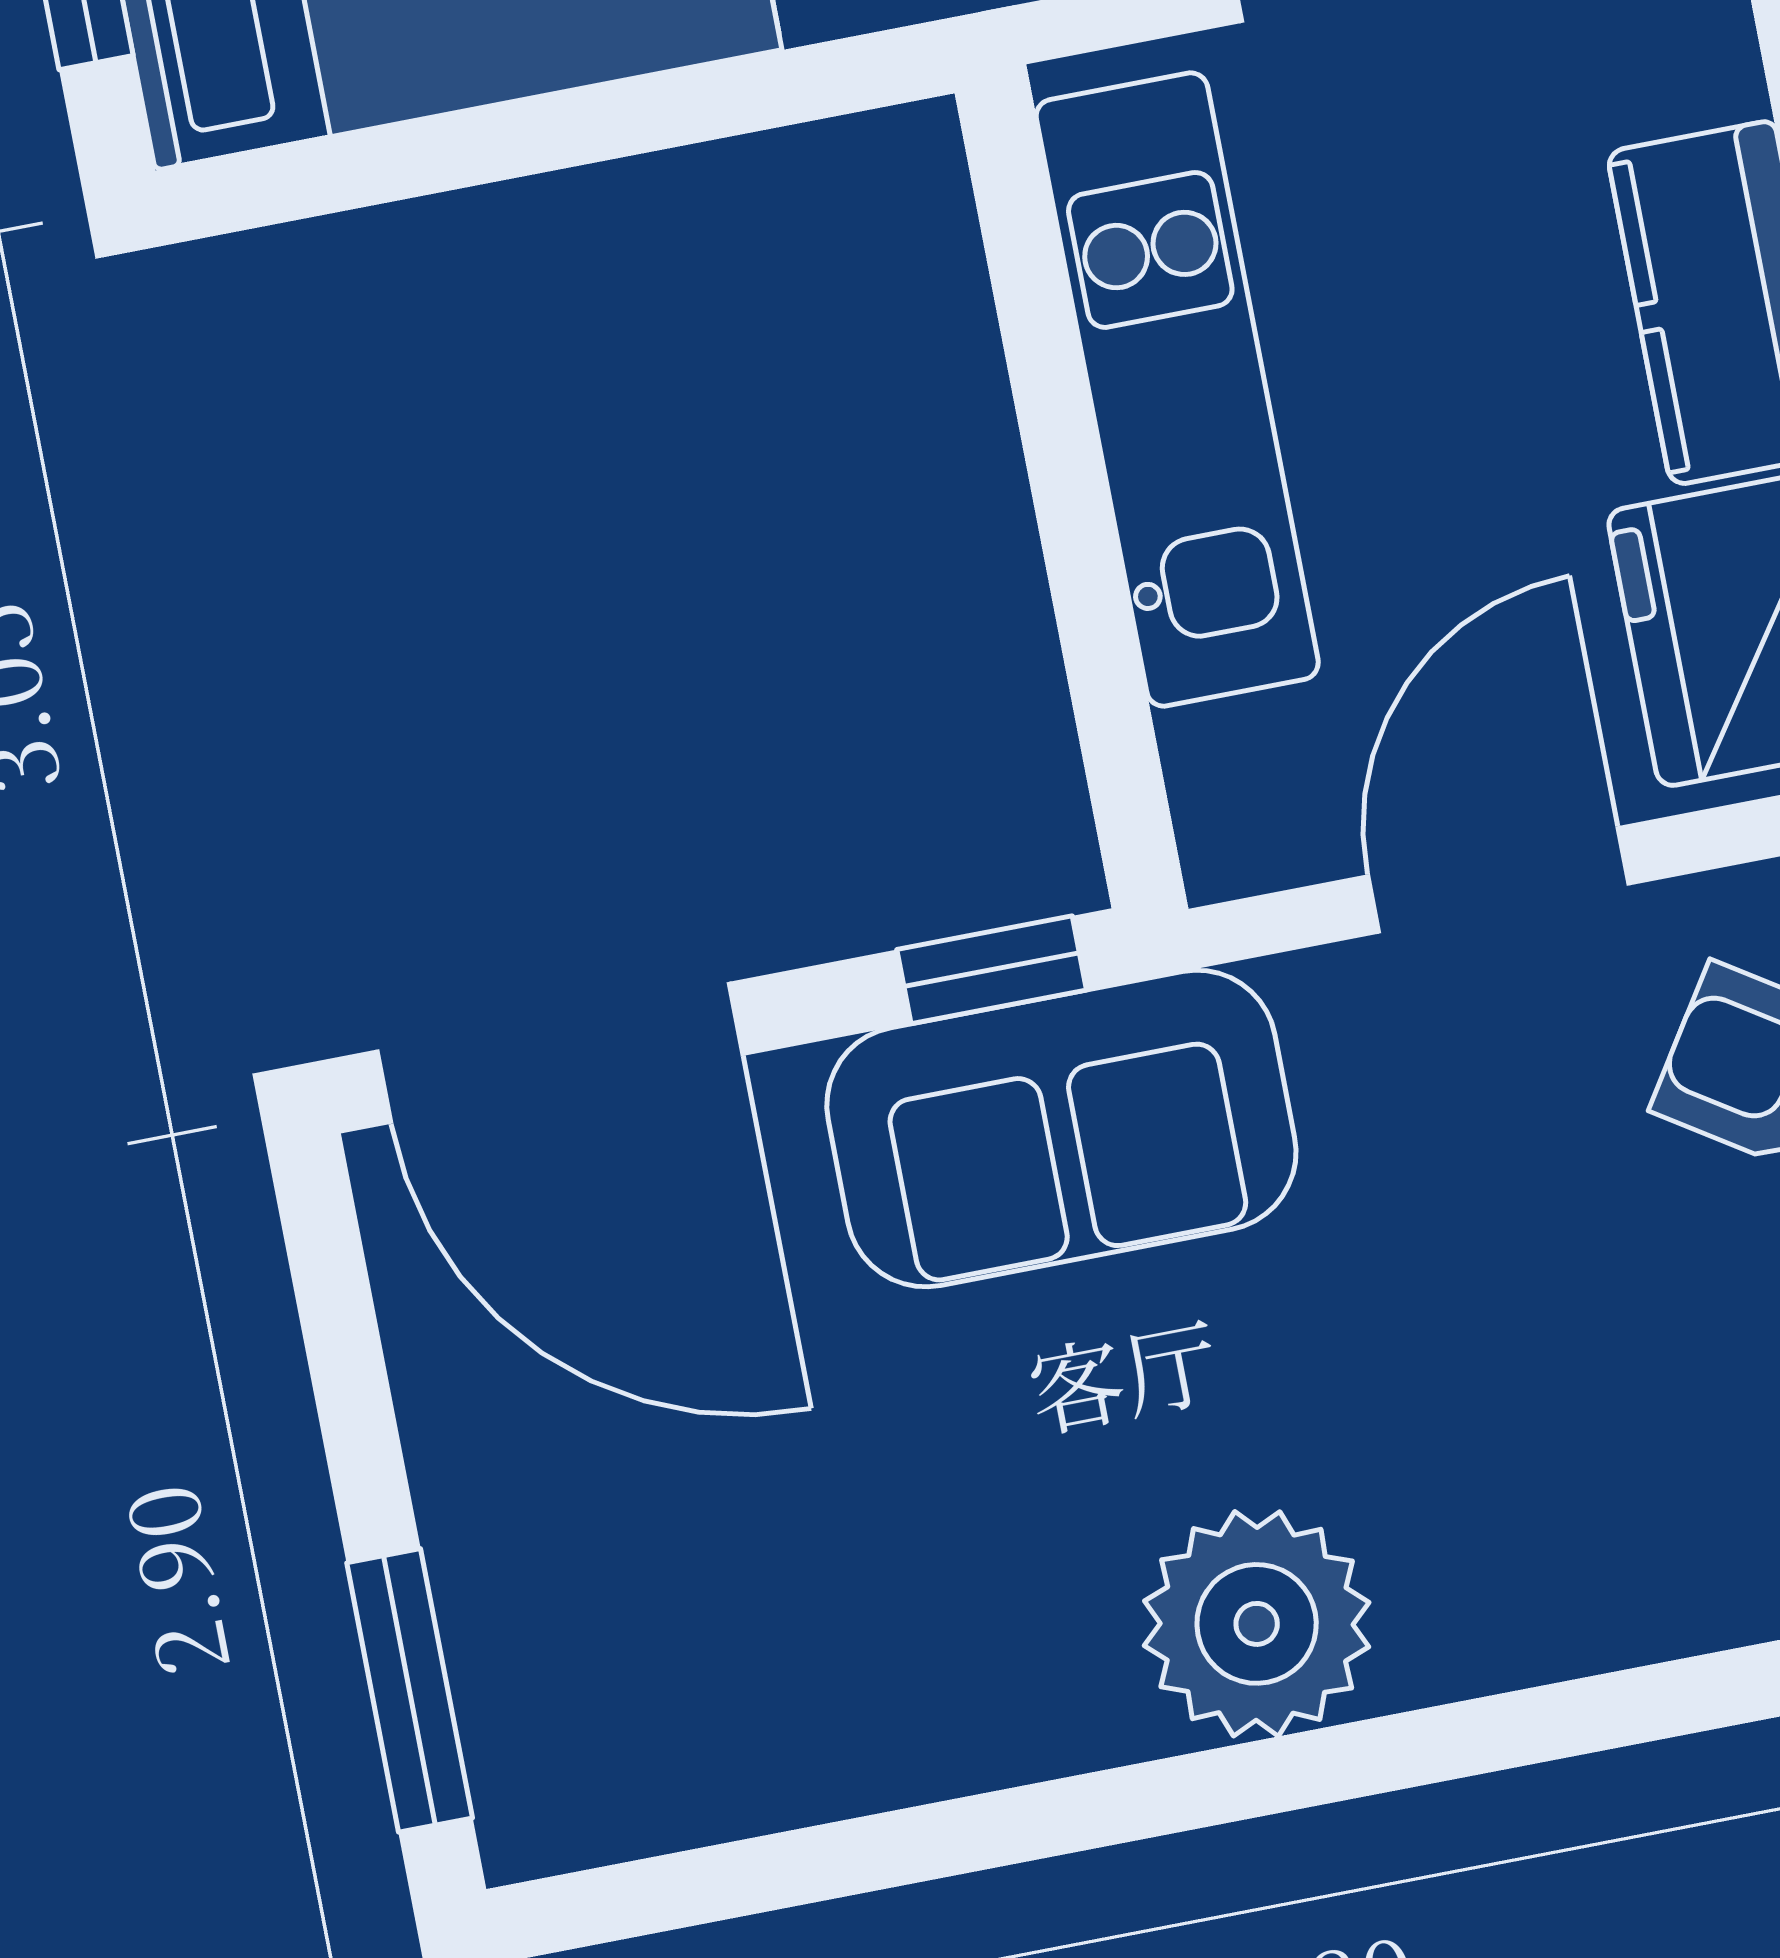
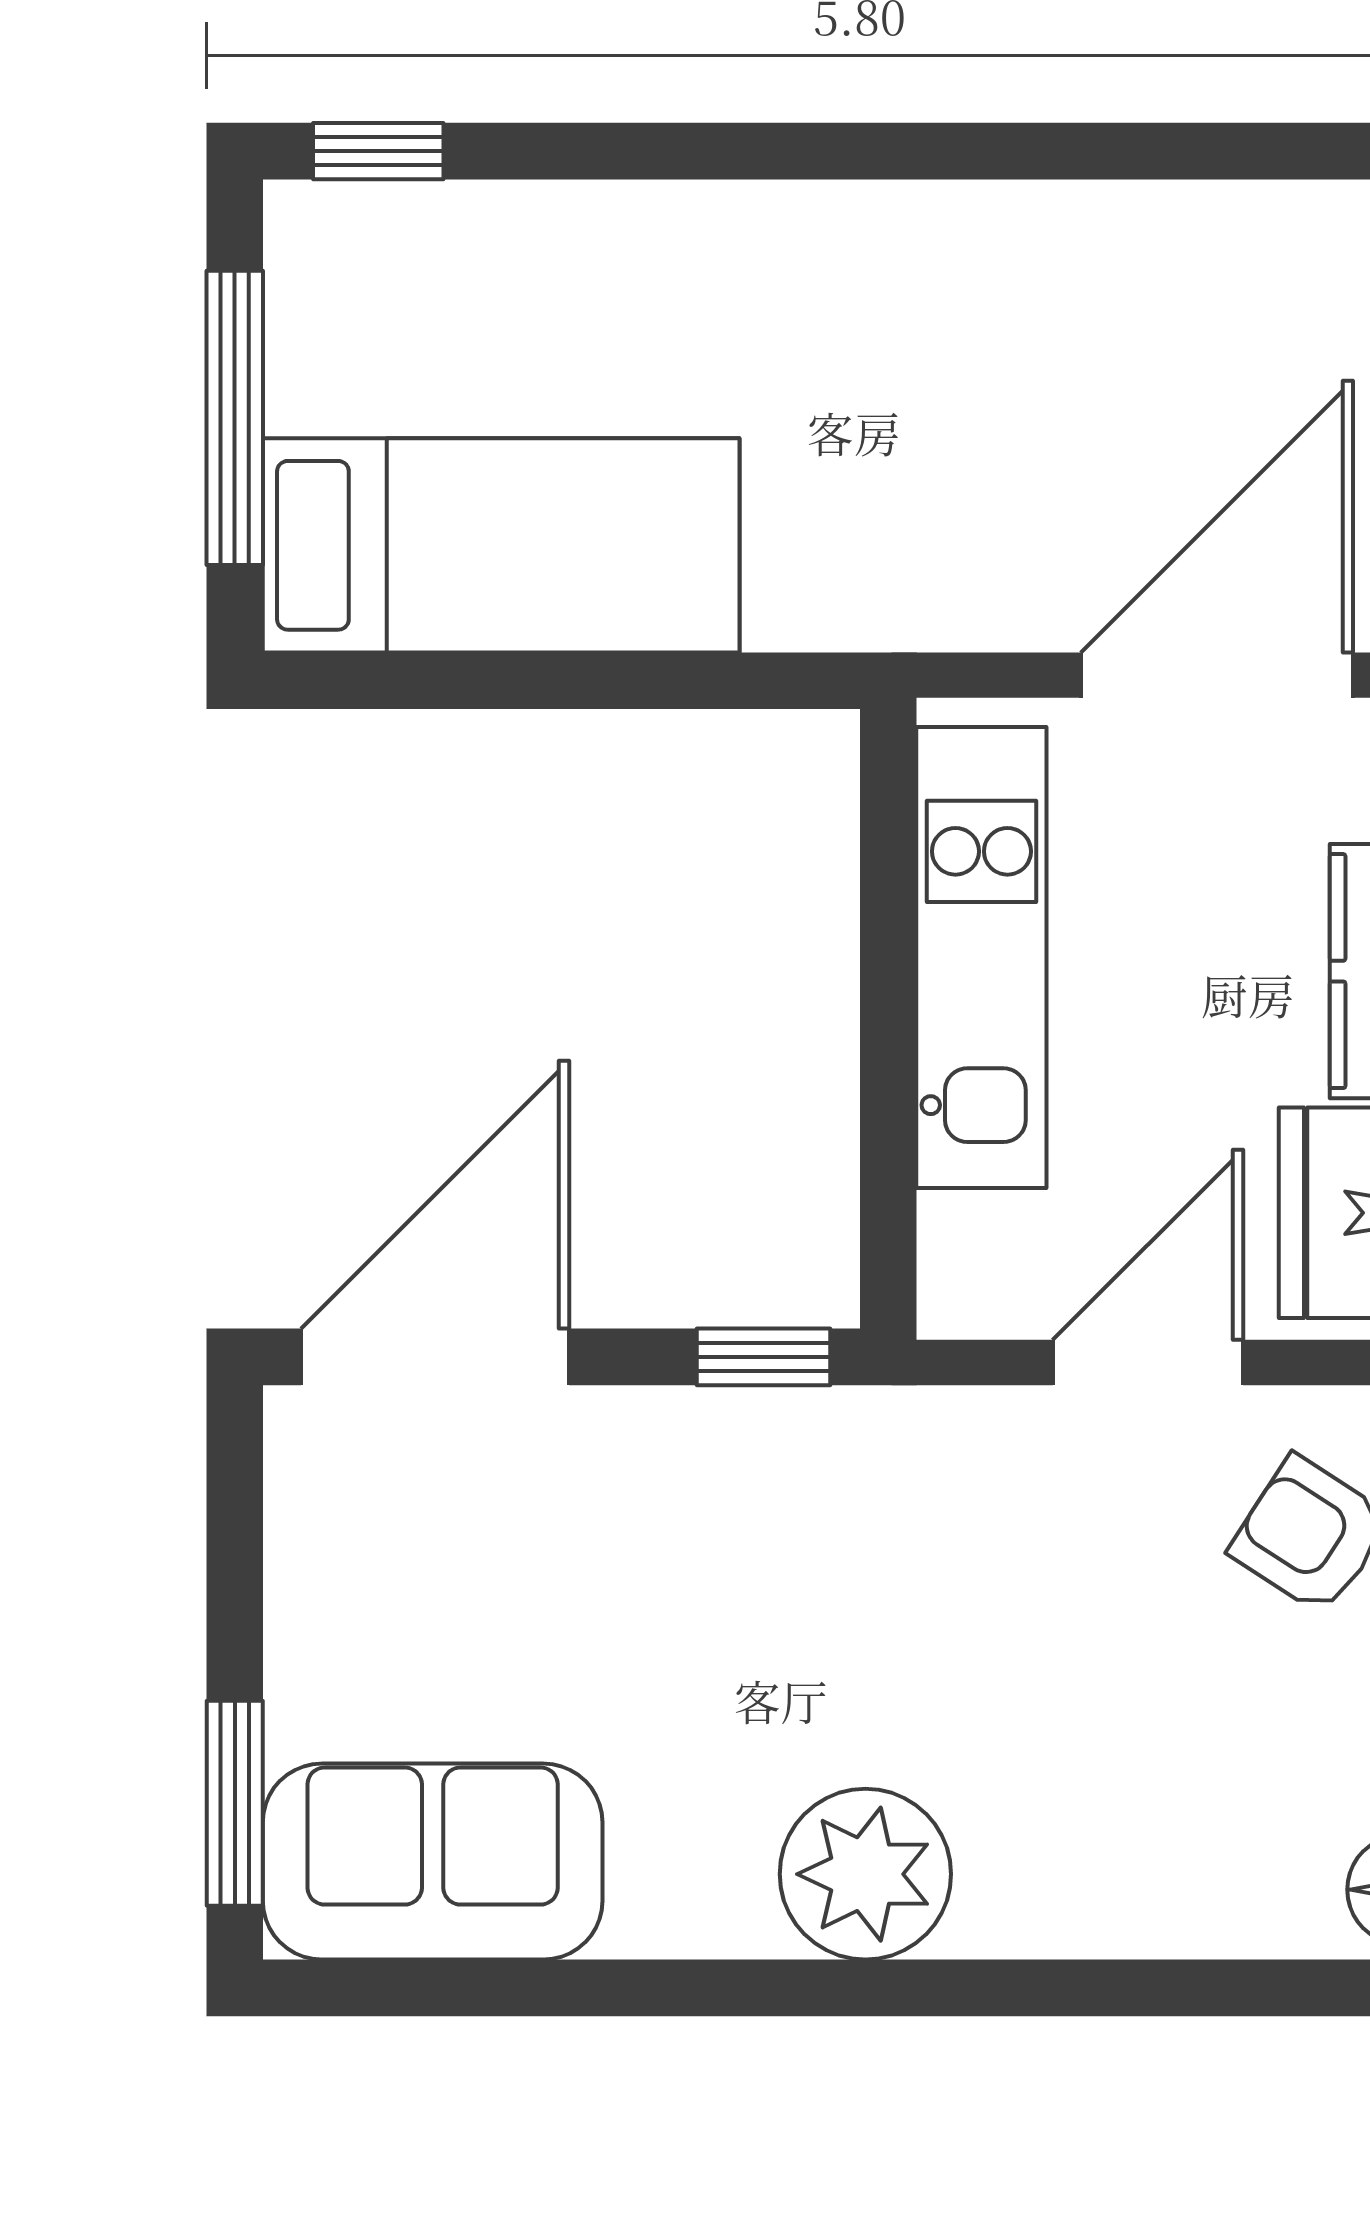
door: (560, 1053) -> (435, 1357), swing flipped
sofa: (1061, 1128) -> (433, 1862), moved, turned 180

